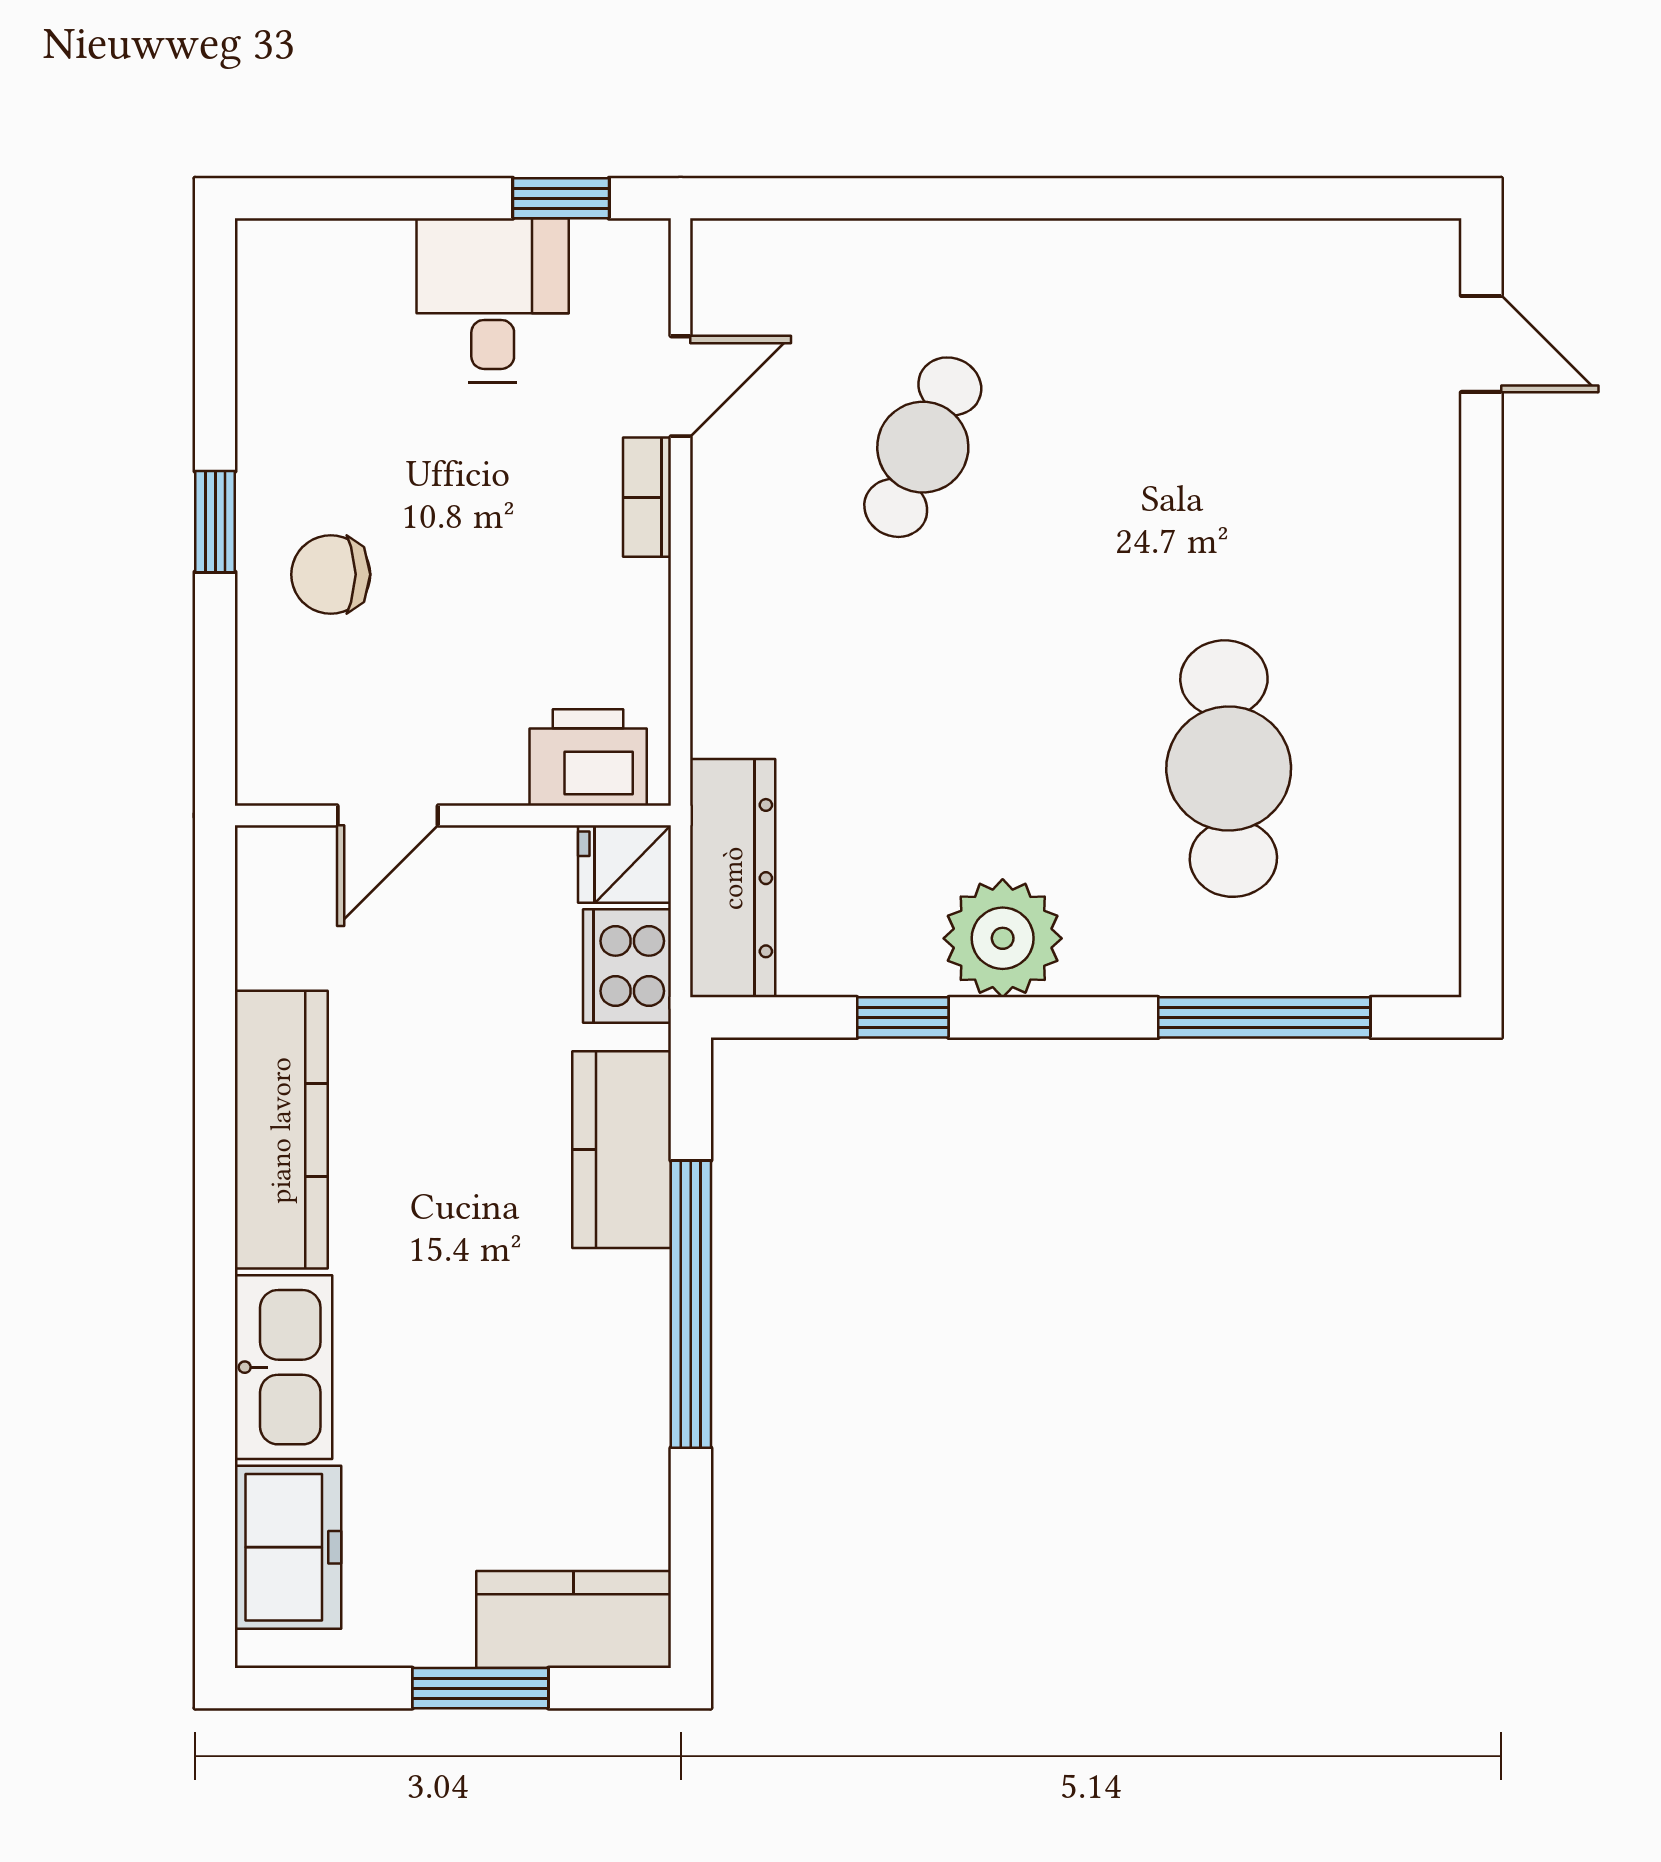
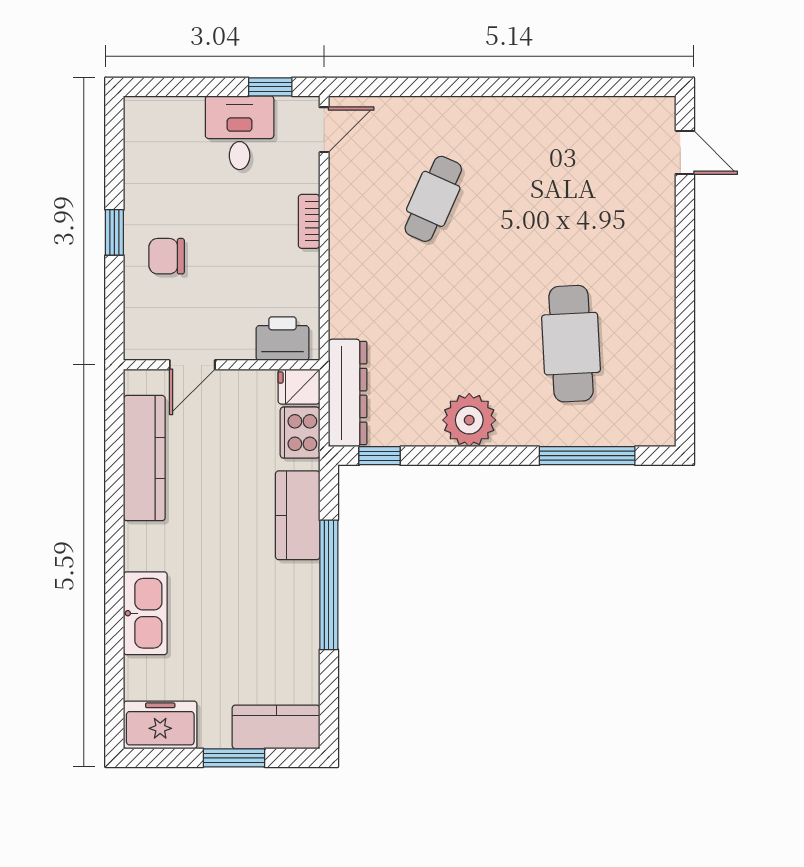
door: (681, 386) -> (324, 130), moved
window: (903, 1017) -> (380, 456), moved
kitchen counter: (281, 1130) -> (144, 458), moved
freezer: (288, 1547) -> (160, 725), moved, turned -90

